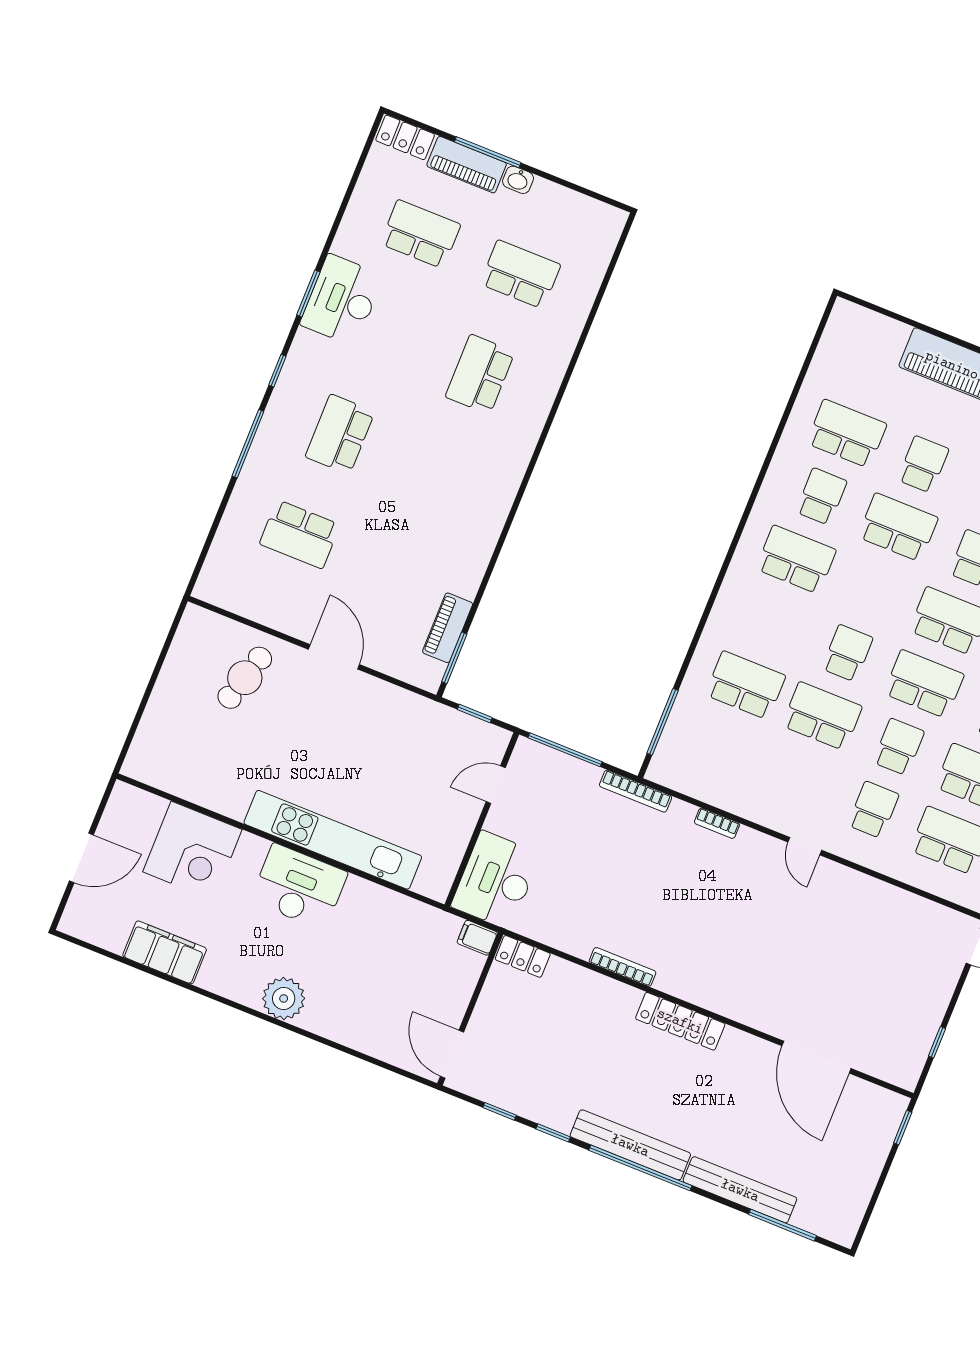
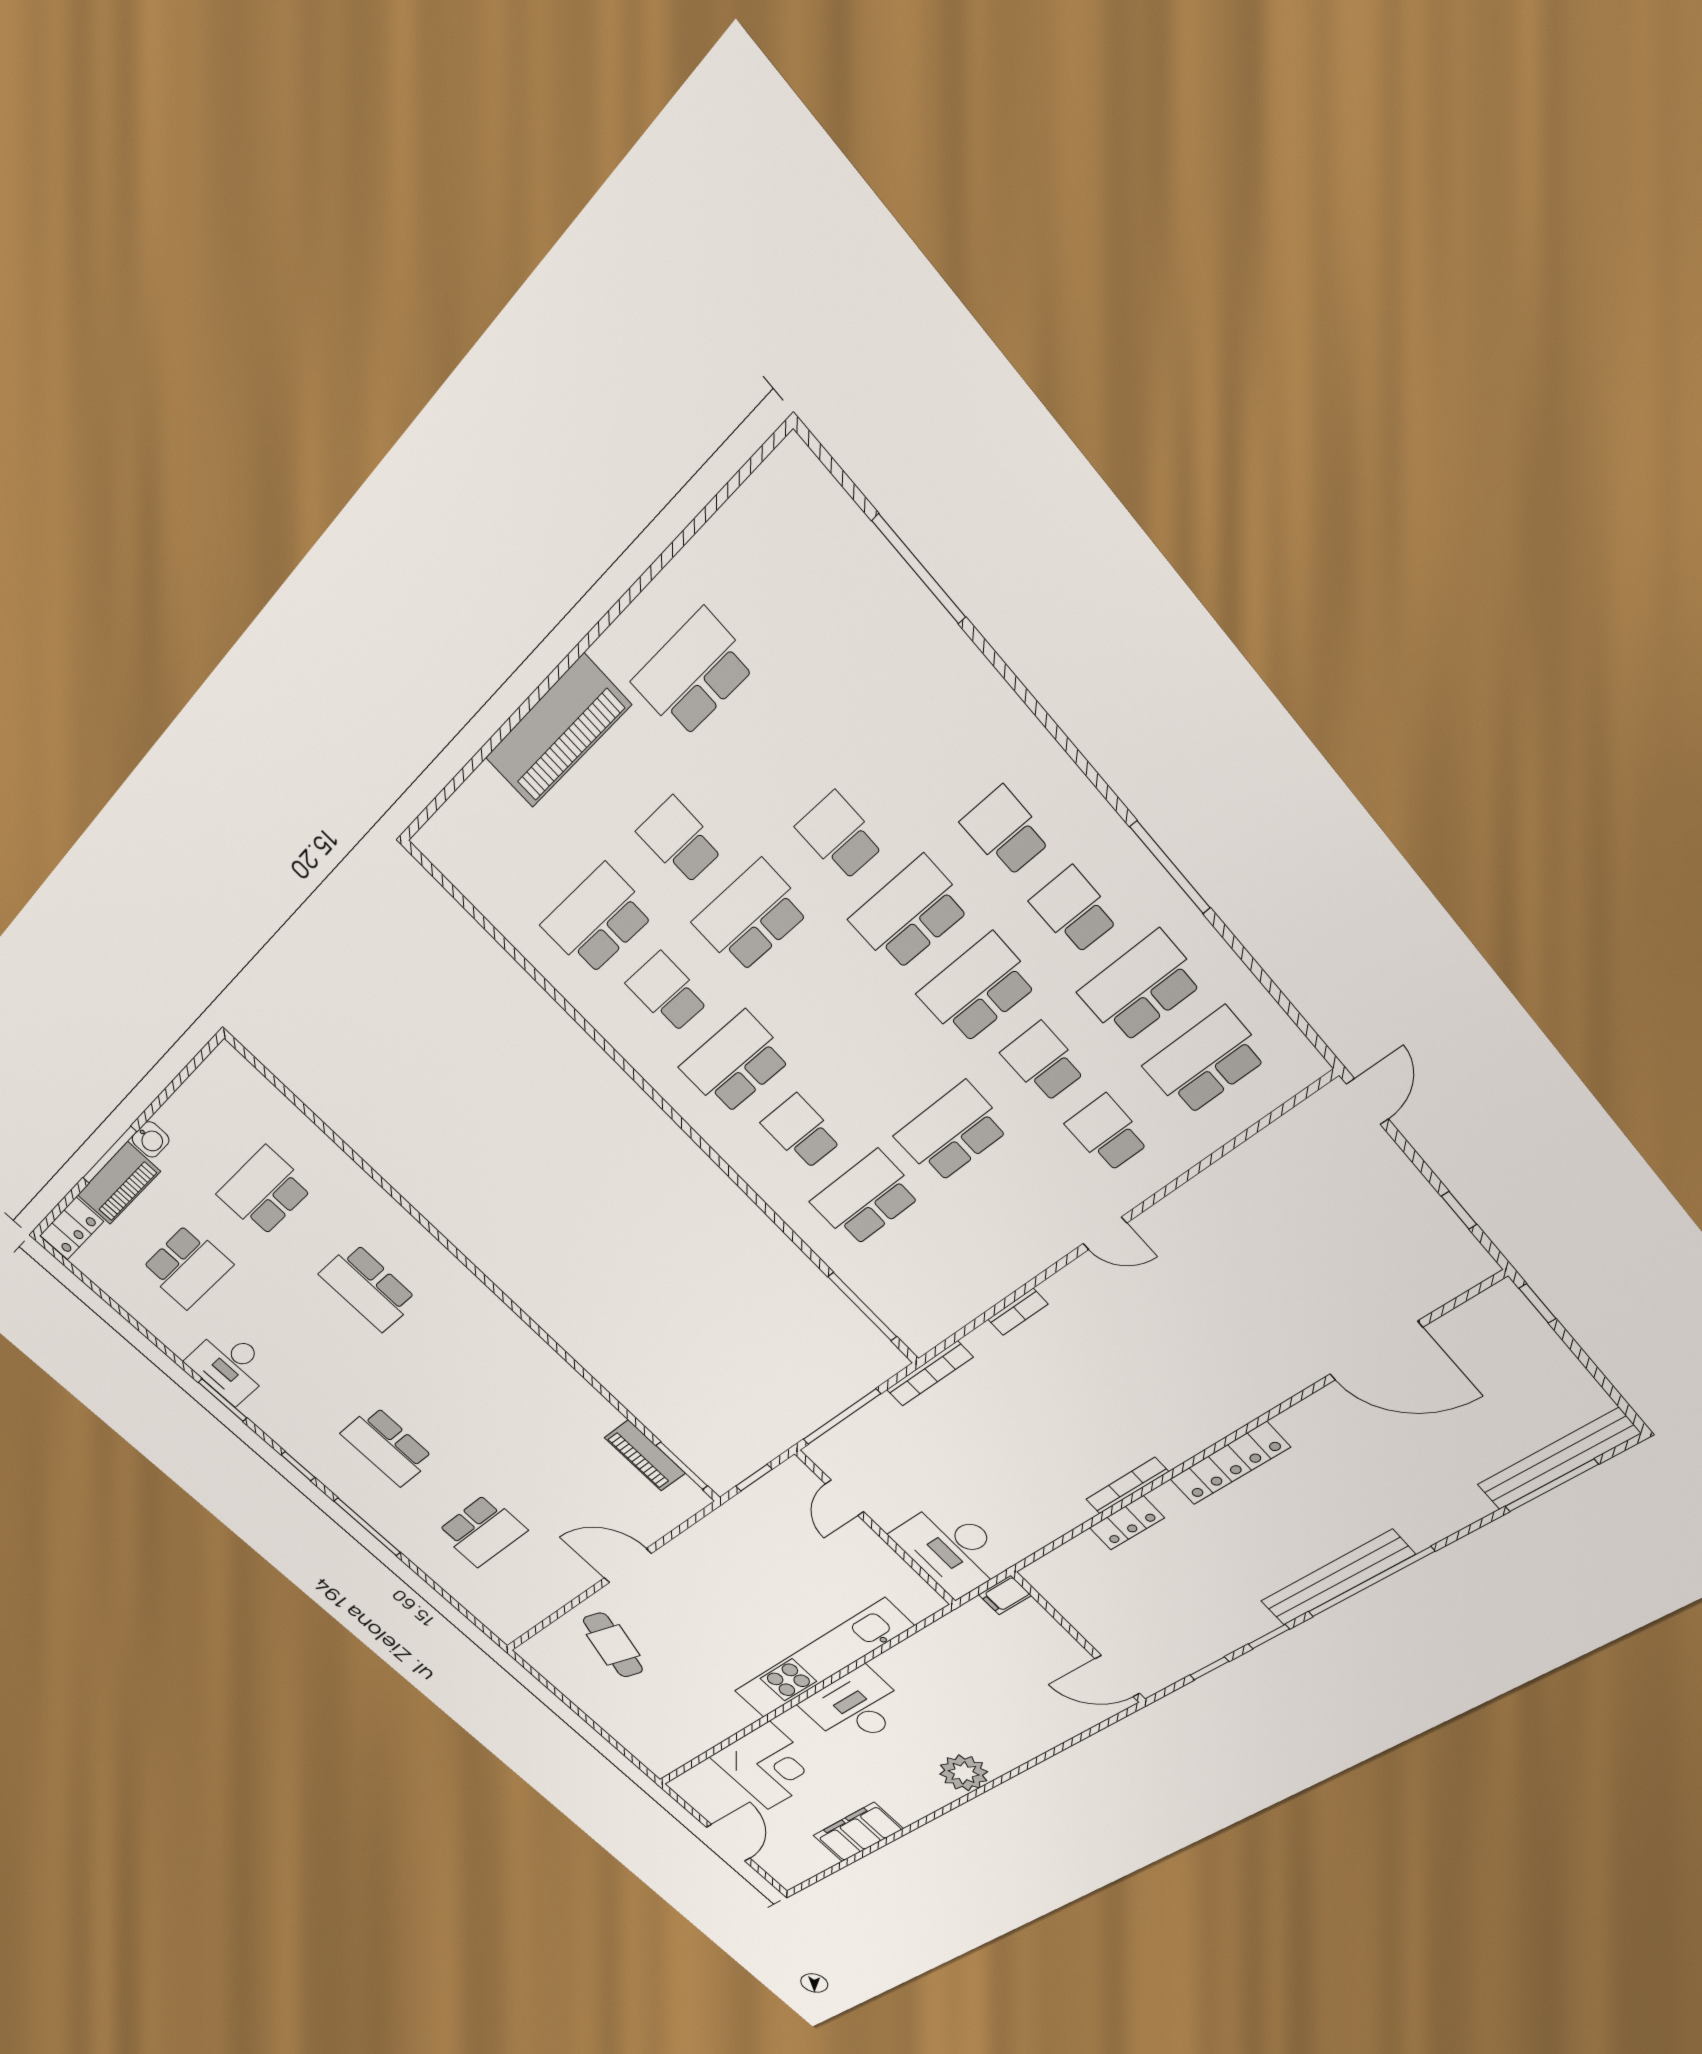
school desk: (420, 234) -> (187, 1267), turned 180
desk: (342, 300) -> (230, 1366), width x0.73
school desk: (847, 653) -> (801, 1132), moved
locker: (523, 956) -> (1127, 1523), moved
bench: (740, 1190) -> (1558, 1459), moved

